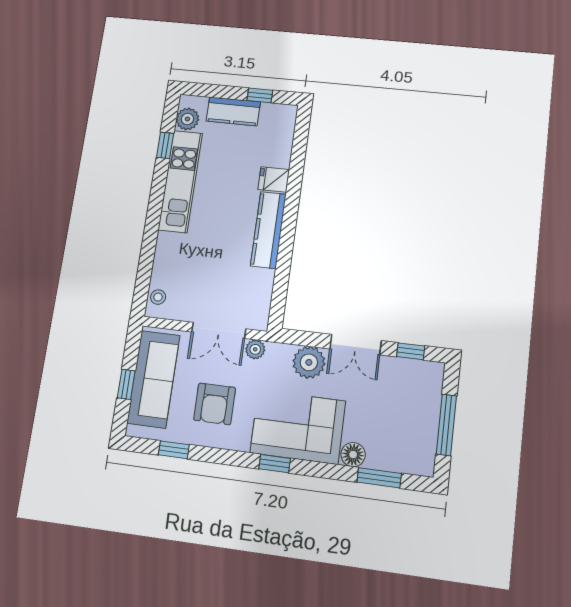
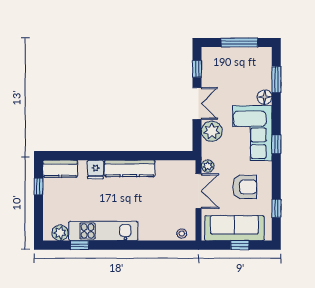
kitchen counter: (233, 111) -> (60, 169), moved, turned 90

